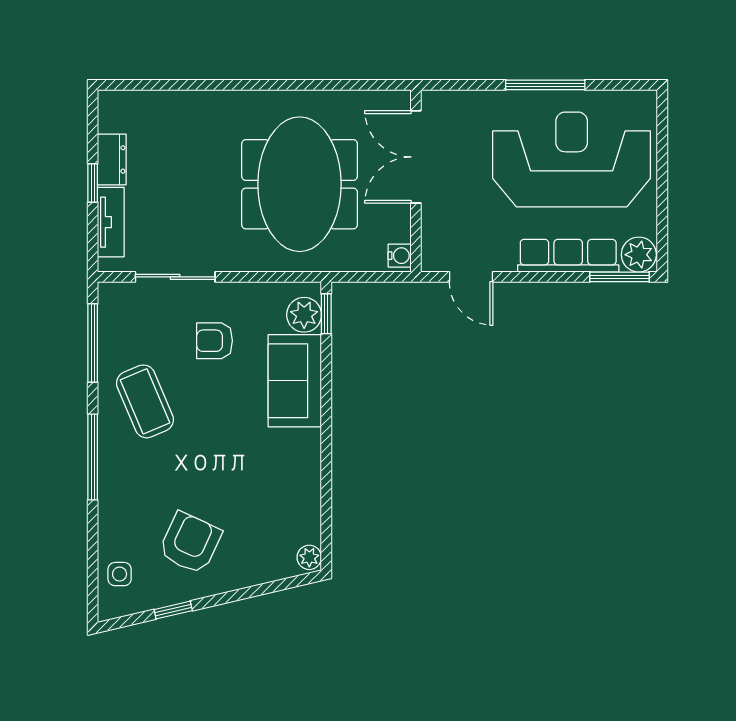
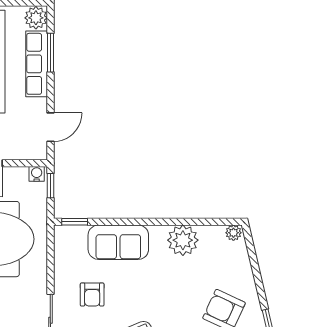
window: (382, 277) -> (50, 186), added
window: (619, 277) -> (50, 53), moved
plant: (304, 315) -> (183, 240), moved, width x1.36, depth x1.36

